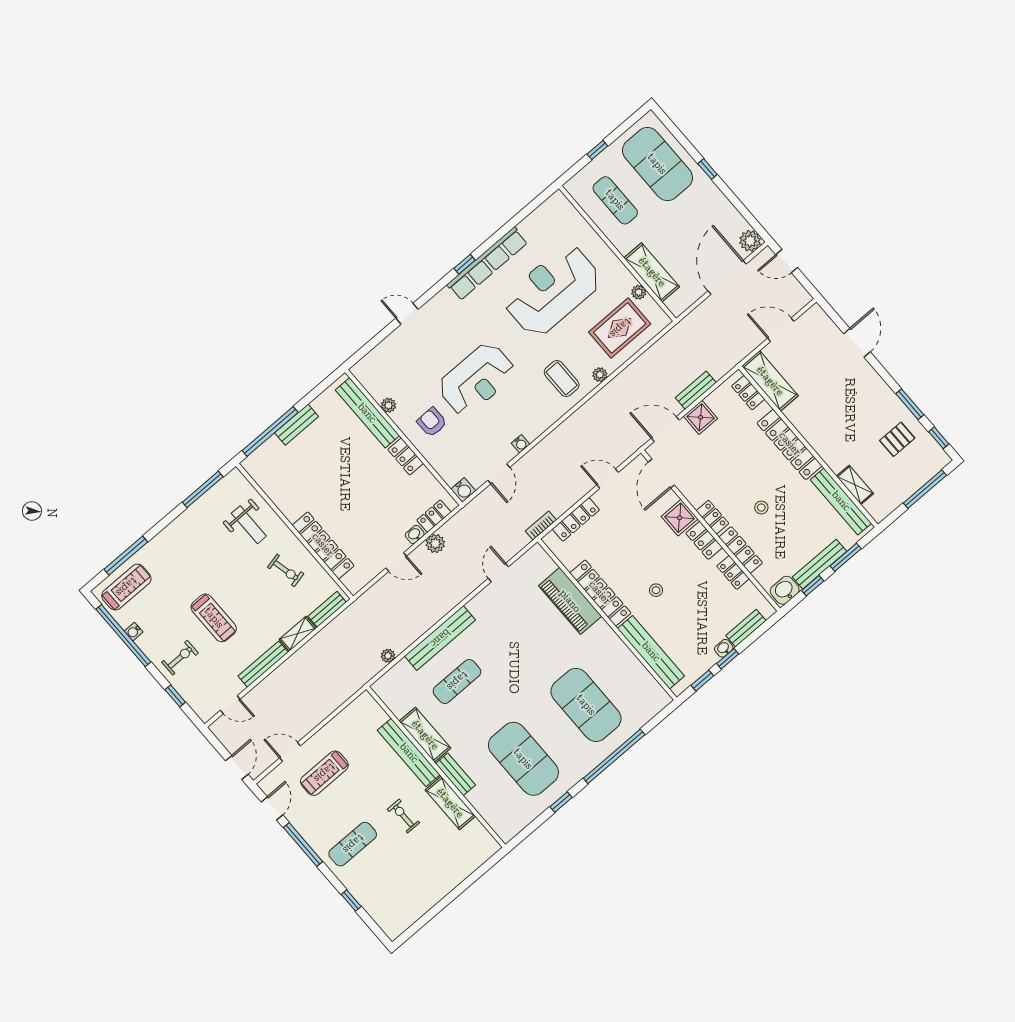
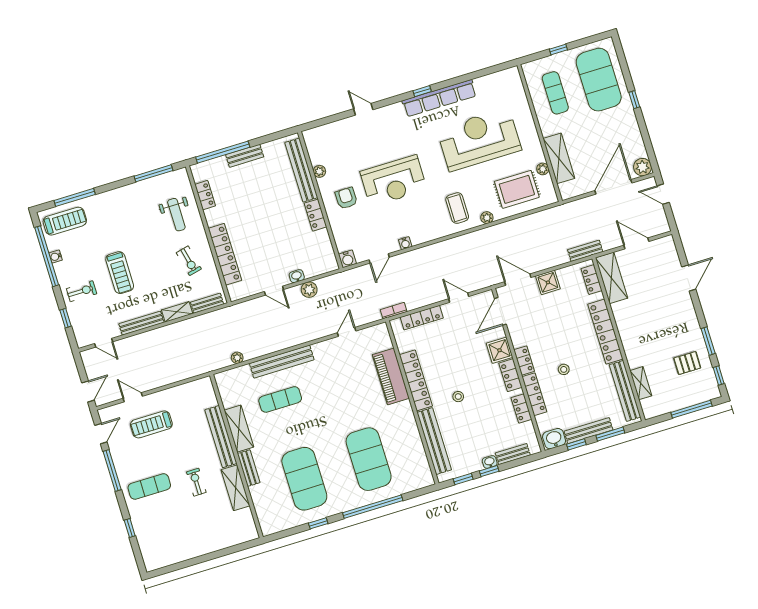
bench: (696, 390) -> (585, 251), moved
locker: (434, 516) -> (205, 195), moved, turned 90

